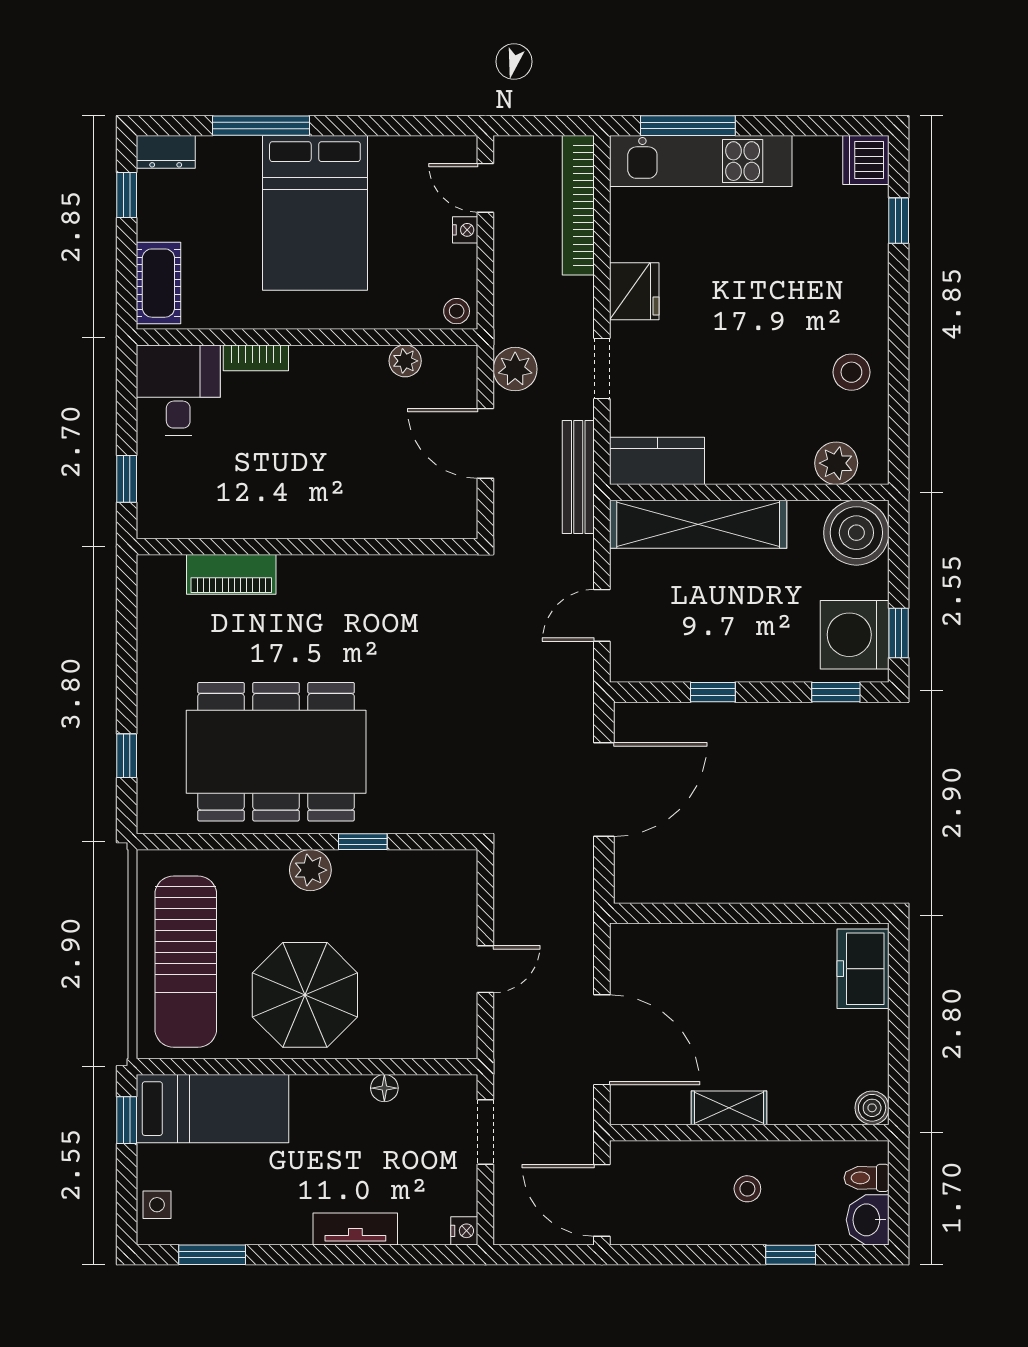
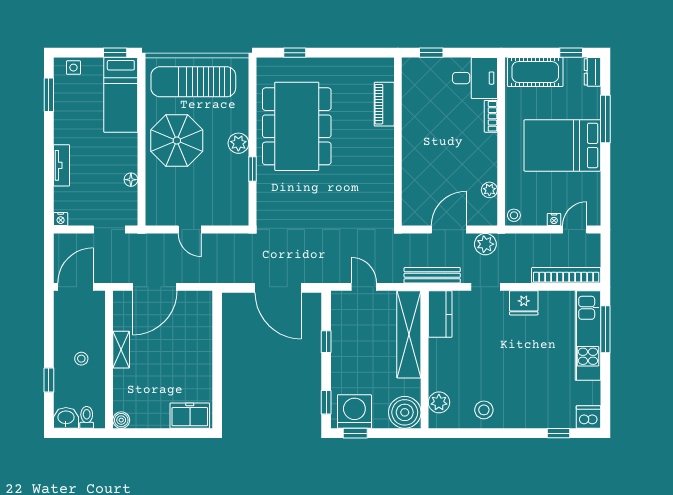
cot: (158, 283) -> (535, 72), width x1.37, depth x1.34

